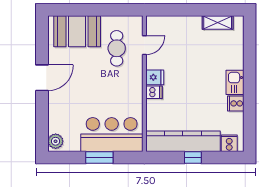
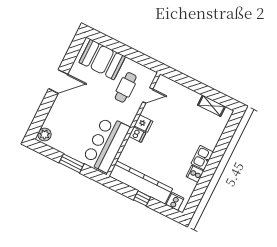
bar counter: (112, 135) -> (106, 144), moved, turned -90

